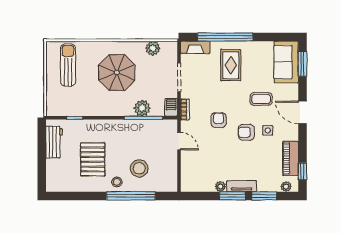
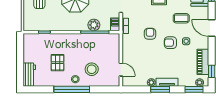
door: (179, 141) -> (121, 70), moved
workbench: (54, 142) -> (29, 75), moved
pallet: (93, 159) -> (58, 63), width x0.67, depth x0.71
window: (131, 196) -> (72, 89), moved
window: (264, 196) -> (194, 89), moved

